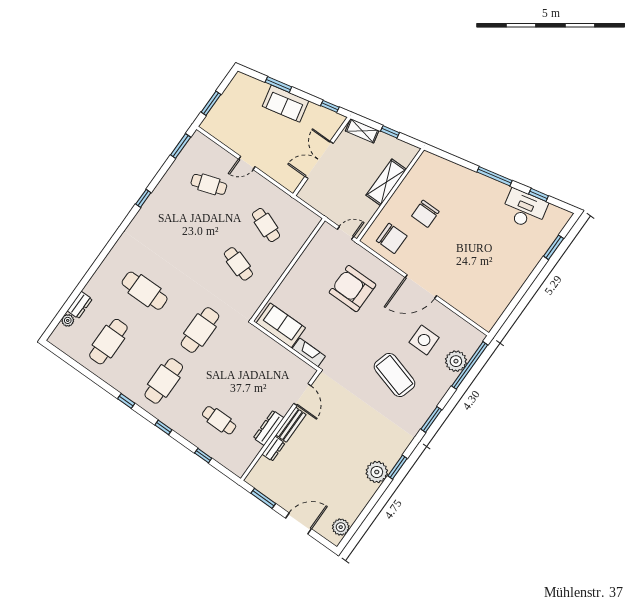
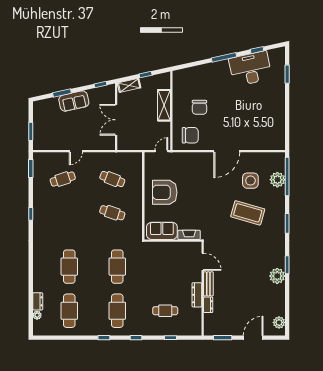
desk: (524, 209) -> (250, 69), width x1.36, depth x1.30
armchair: (353, 289) -> (165, 192), moved
cafe table: (145, 291) -> (69, 267), turned 90

